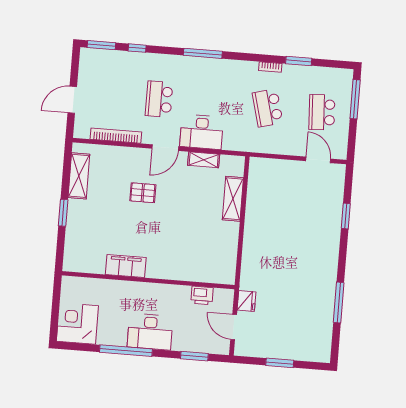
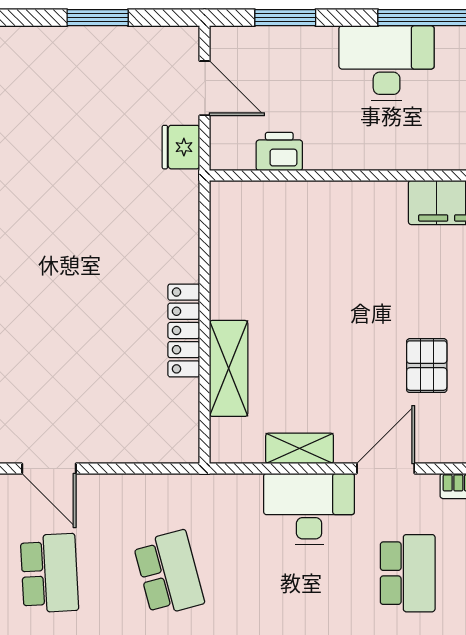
pallet: (143, 193) -> (427, 366), turned 90
locker: (252, 218) -> (184, 330), added

